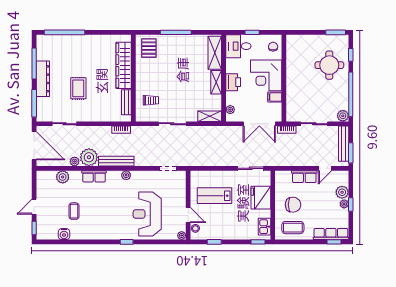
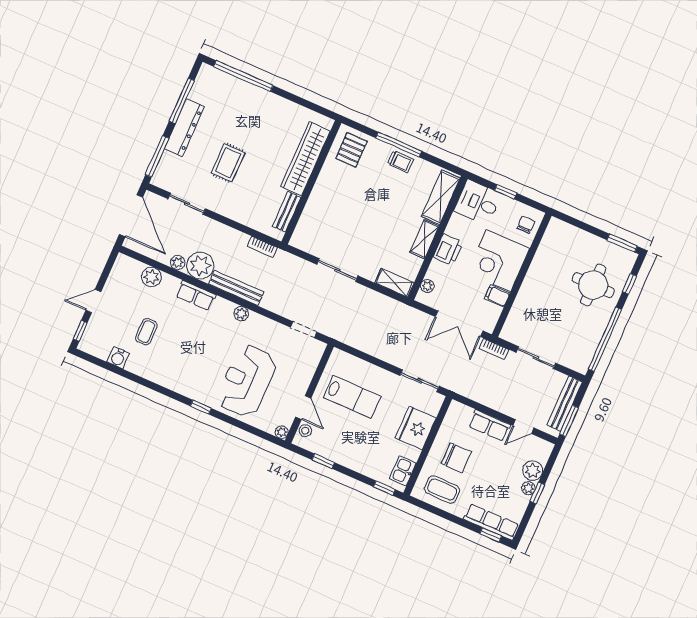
trolley: (151, 100) -> (400, 162), moved
plant: (343, 116) -> (581, 364), removed
lab bench: (214, 196) -> (352, 397), turned 180

